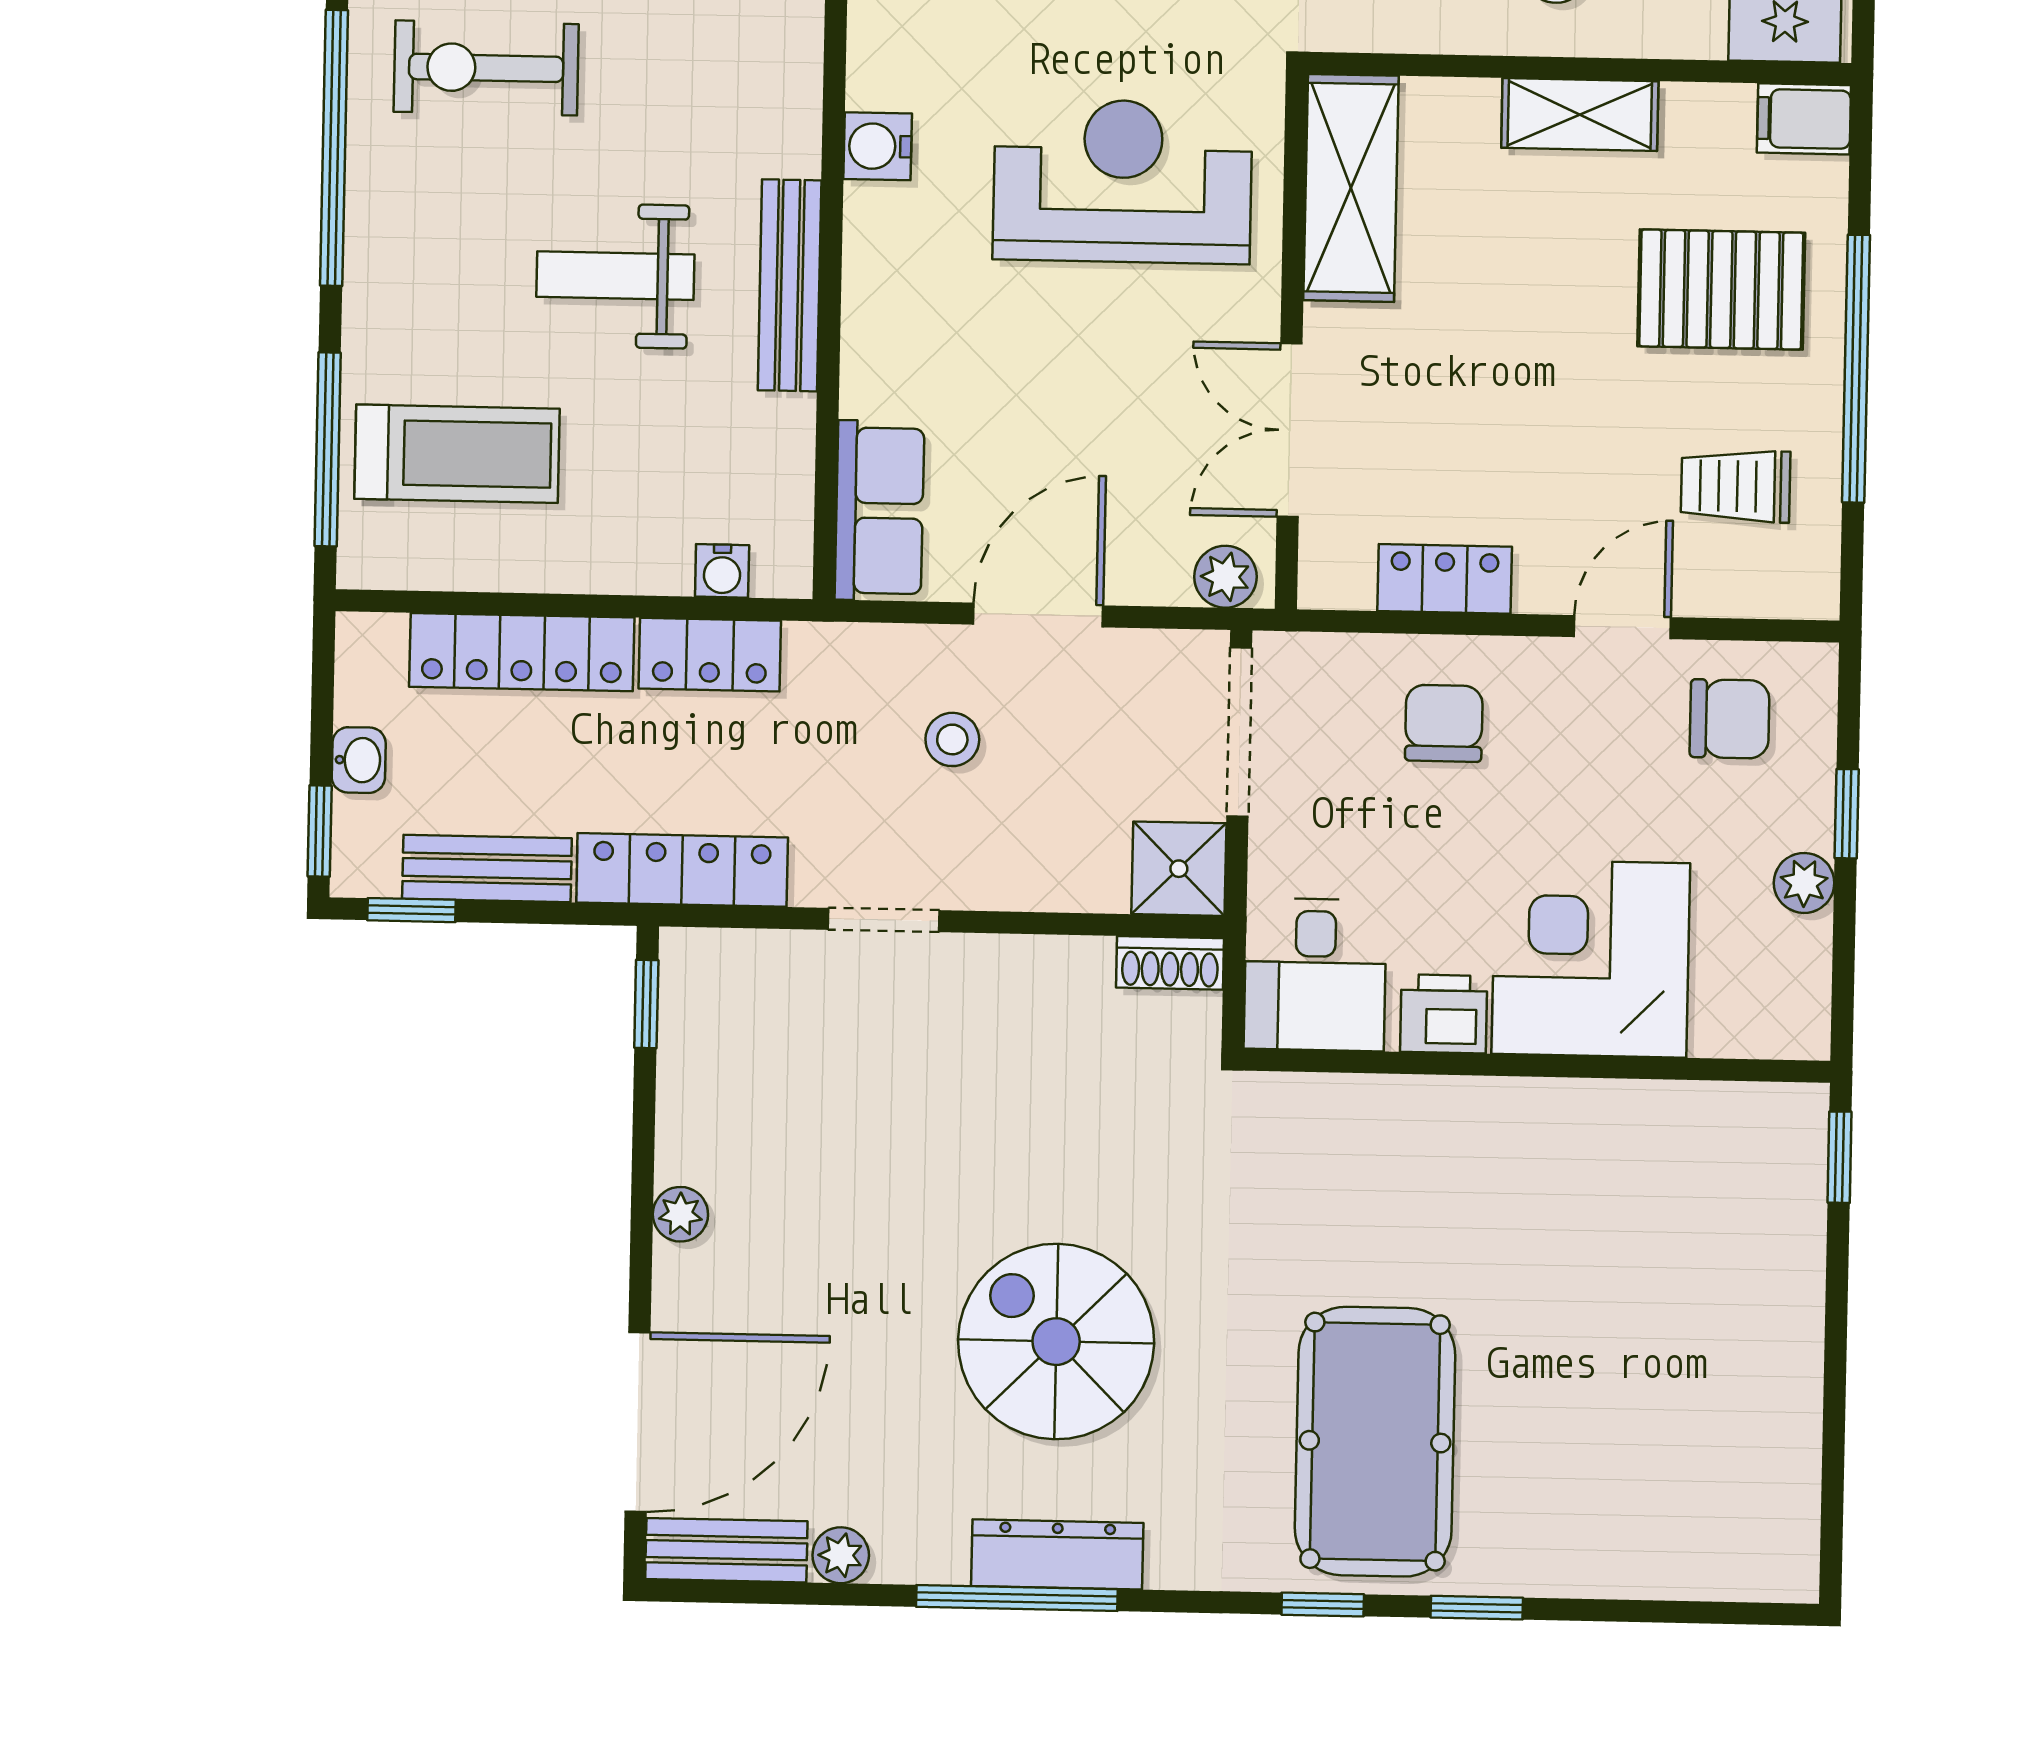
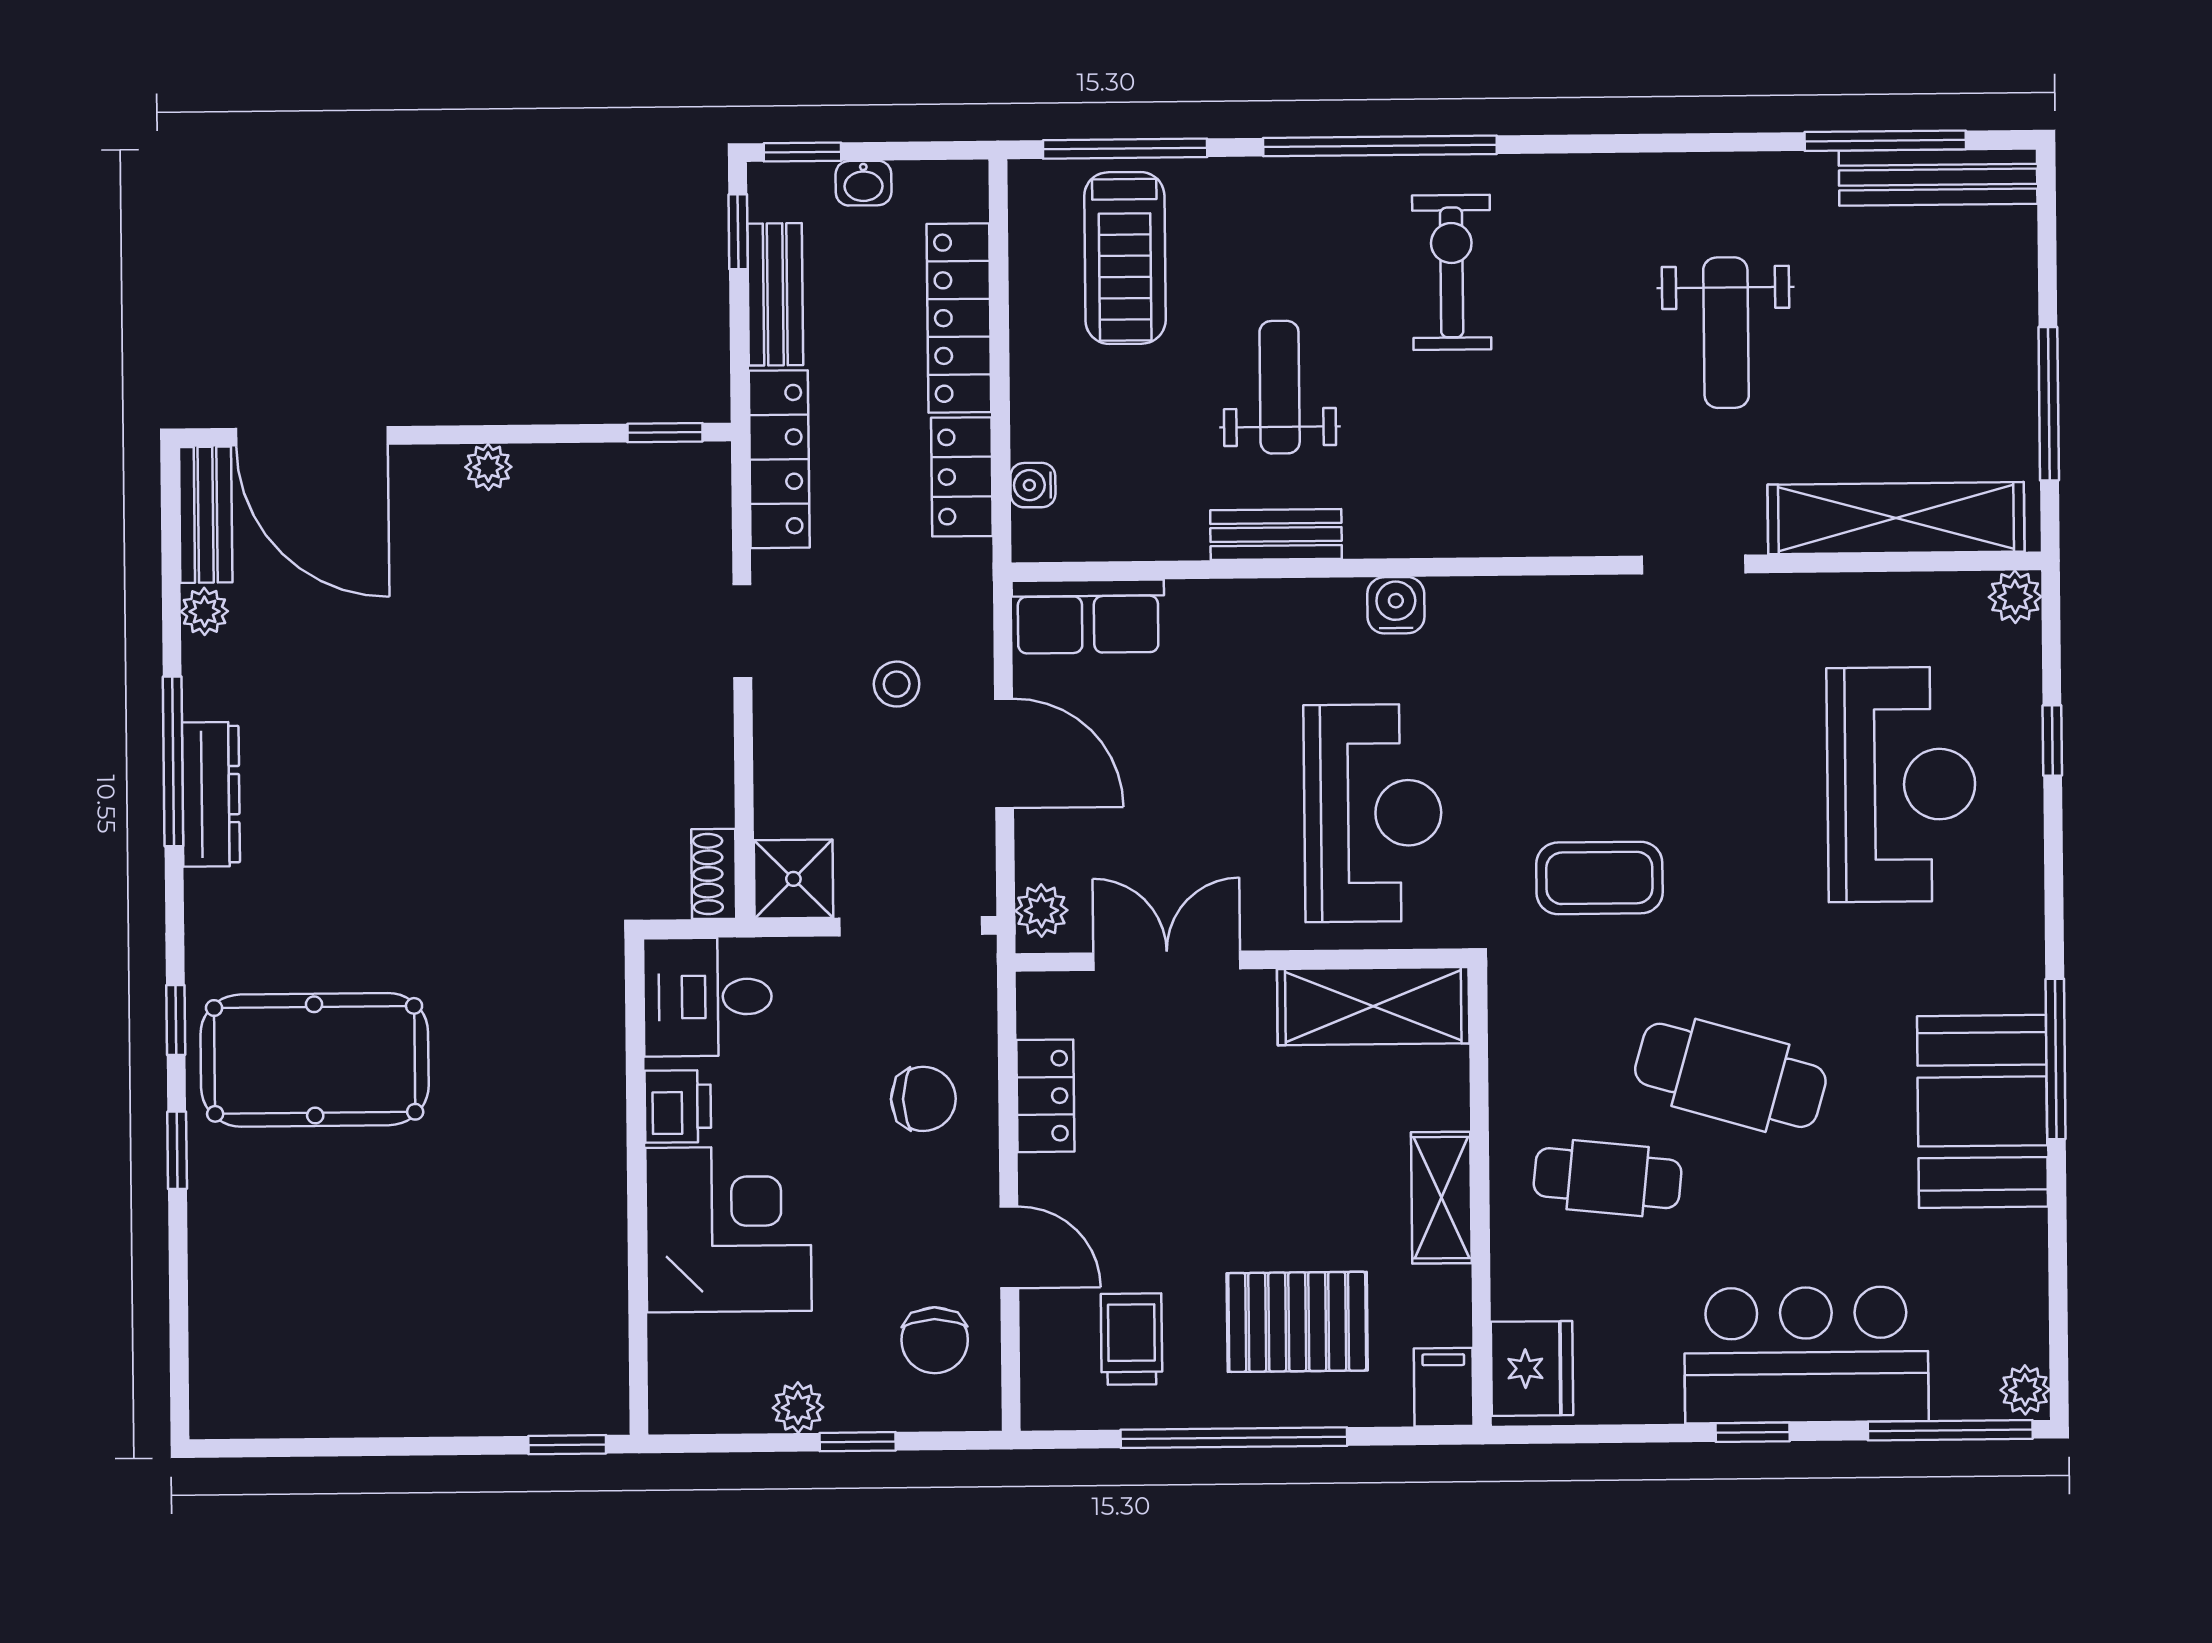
bench: (790, 285) -> (1276, 535), width x0.73
pallet: (1721, 290) -> (1297, 1322), turned 90
spiral stairs: (1056, 1342) -> (391, 788), removed

